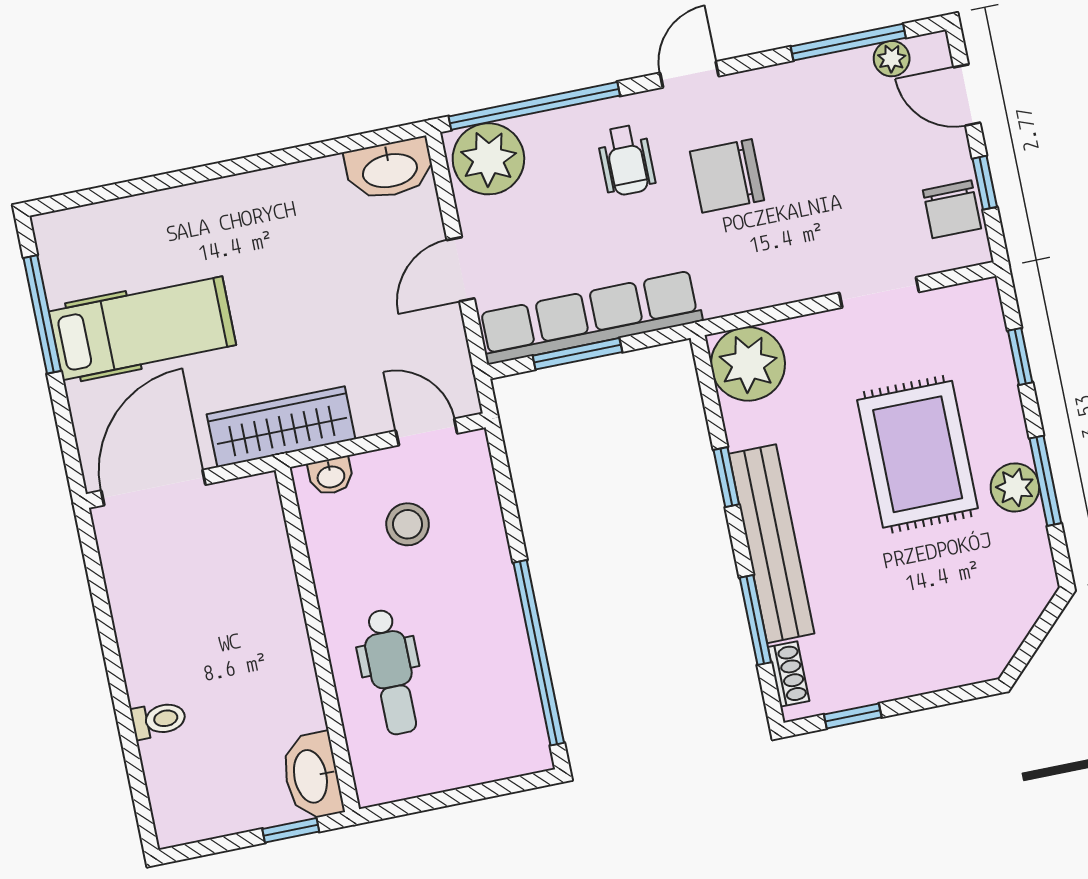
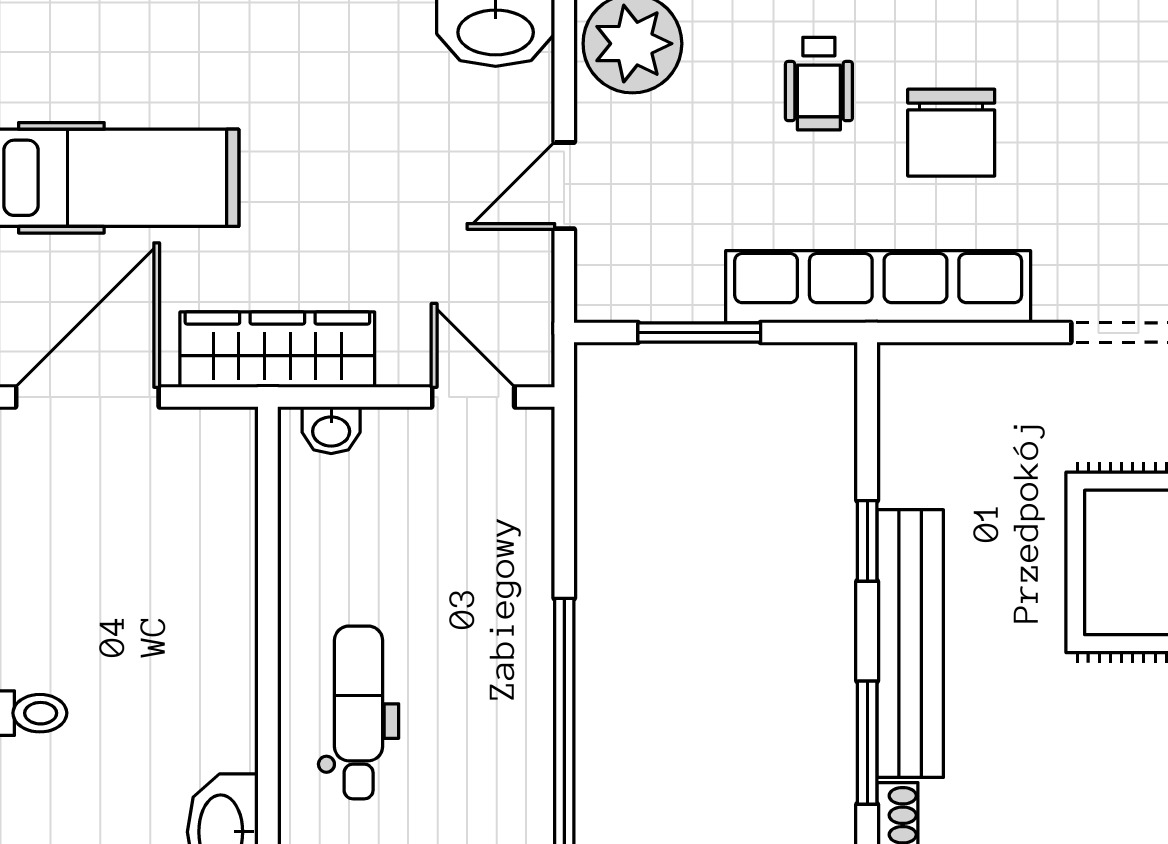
chair: (727, 176) -> (951, 133), turned -90
row of seats: (590, 317) -> (878, 287), moved
plant: (748, 364) -> (928, 393), removed
stool: (408, 524) -> (422, 517), removed
dental chair: (391, 672) -> (359, 712), turned 180

